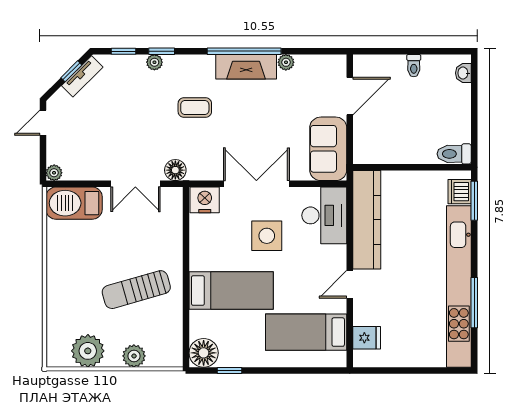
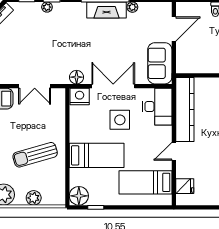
coffee table: (195, 108) -> (73, 36), removed
floor lamp: (175, 170) -> (77, 77), moved

